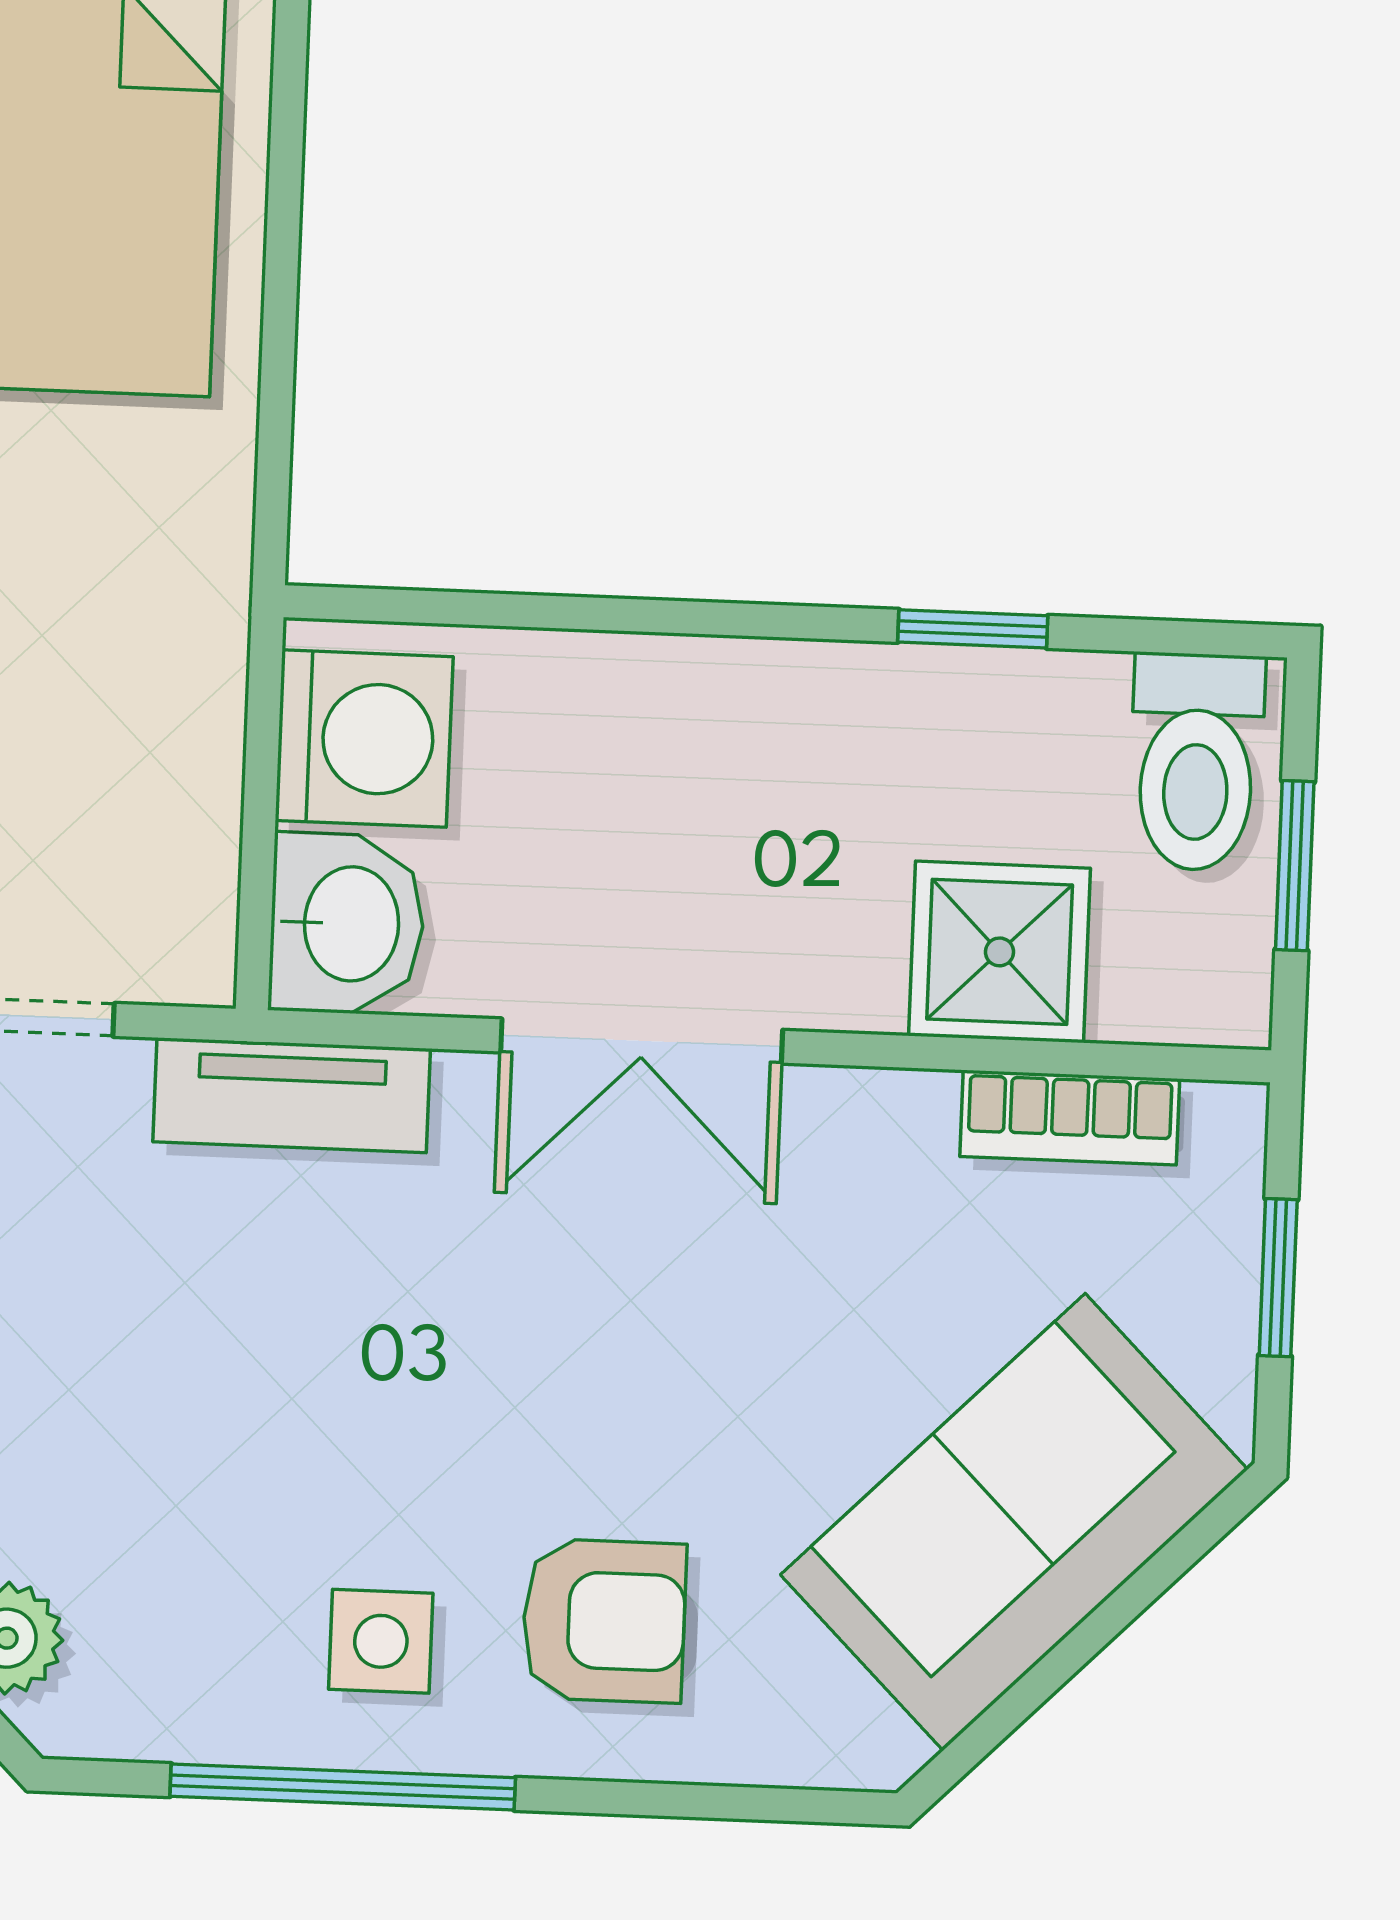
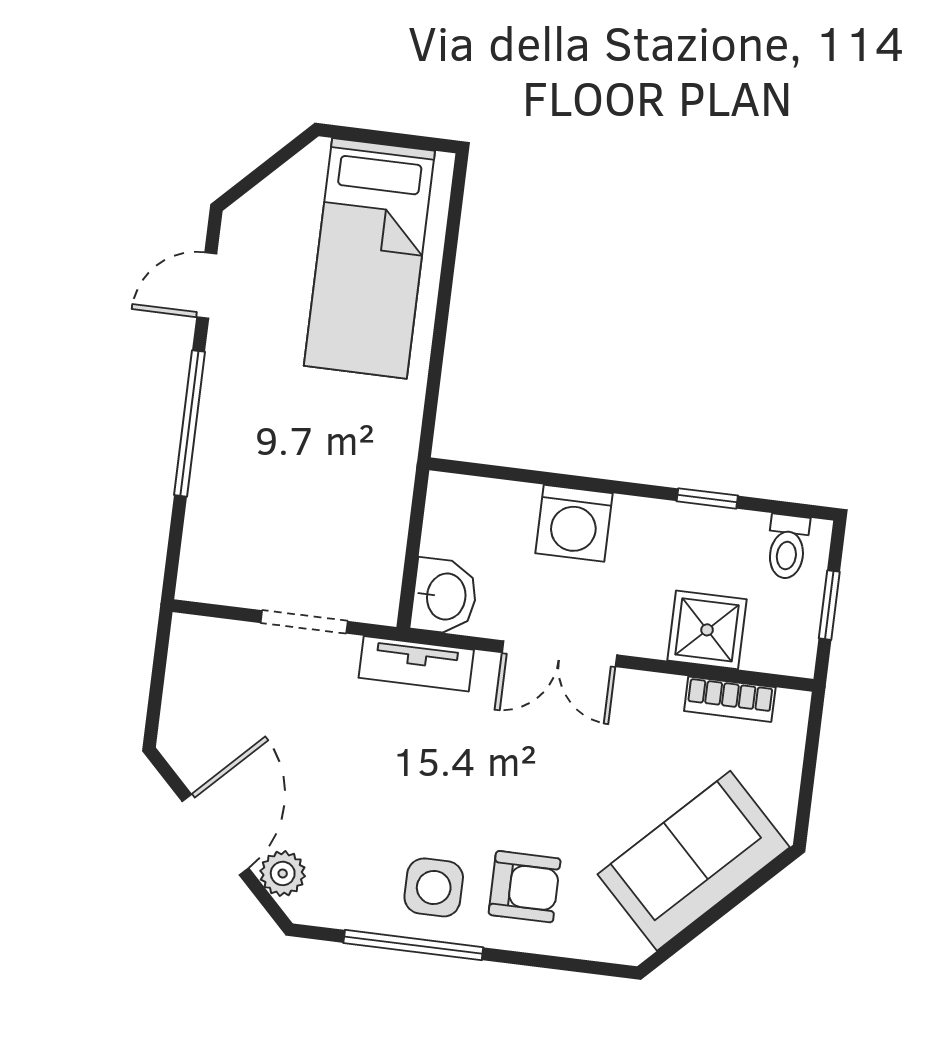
washing machine: (364, 739) -> (574, 523), moved, turned 90
toilet: (1197, 762) -> (787, 547), width x0.73, depth x0.72
window: (1278, 1278) -> (809, 771), removed
side table: (381, 1641) -> (434, 887), width x1.37, depth x1.37

